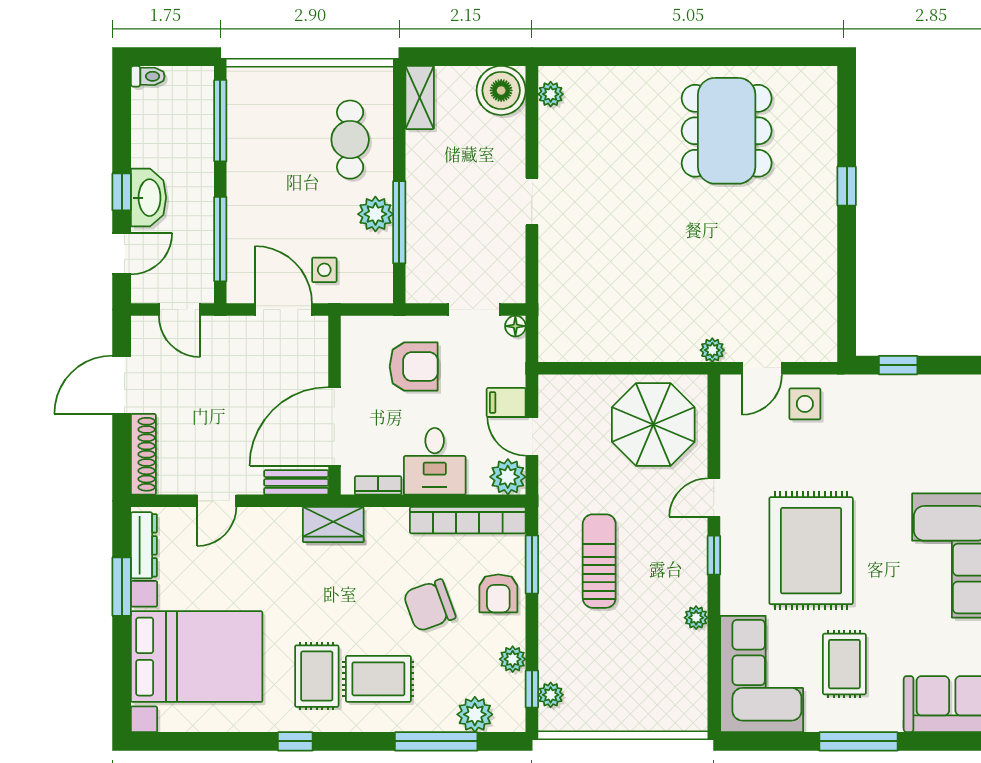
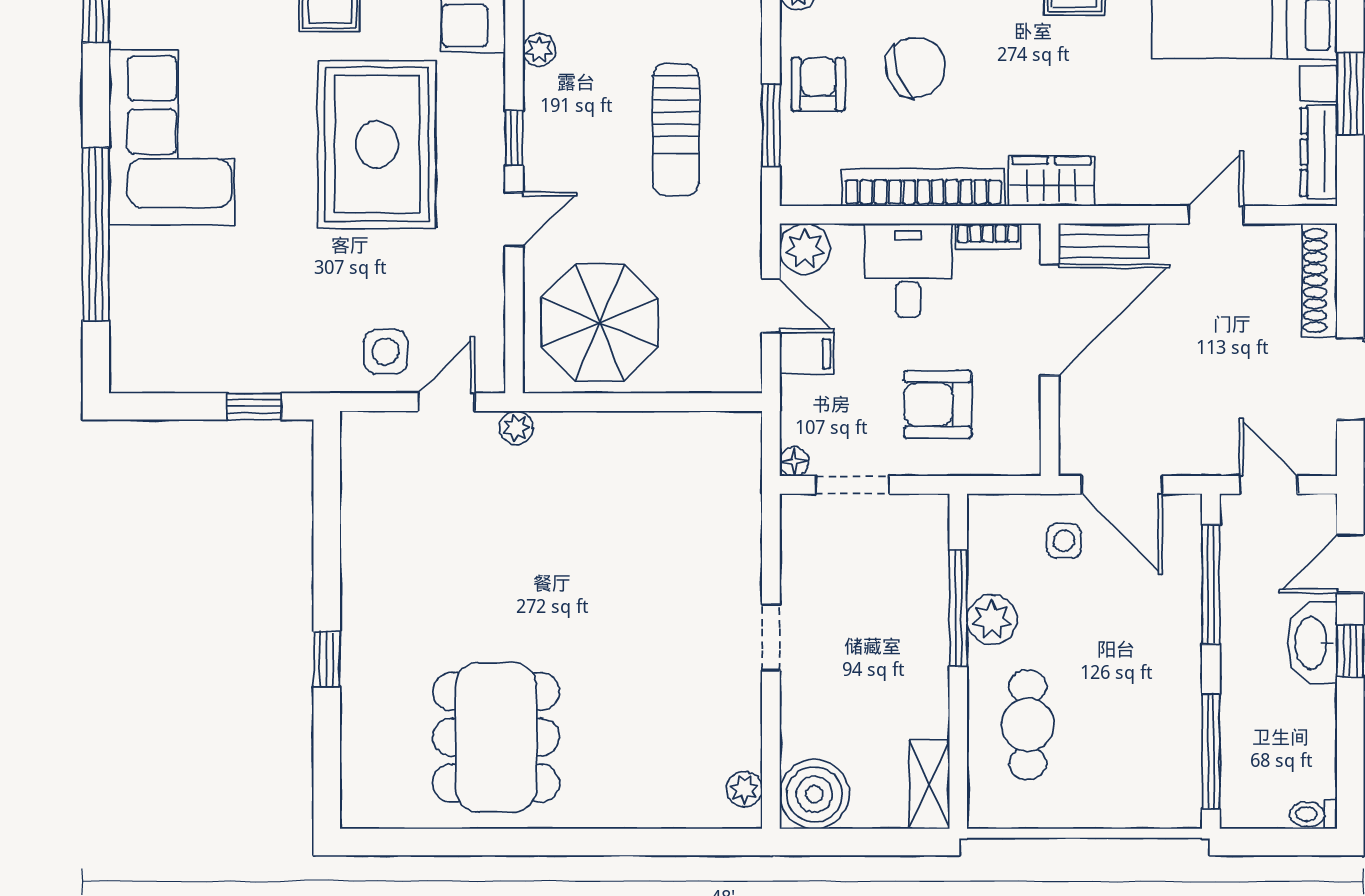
bookcase: (468, 520) -> (923, 188), moved

